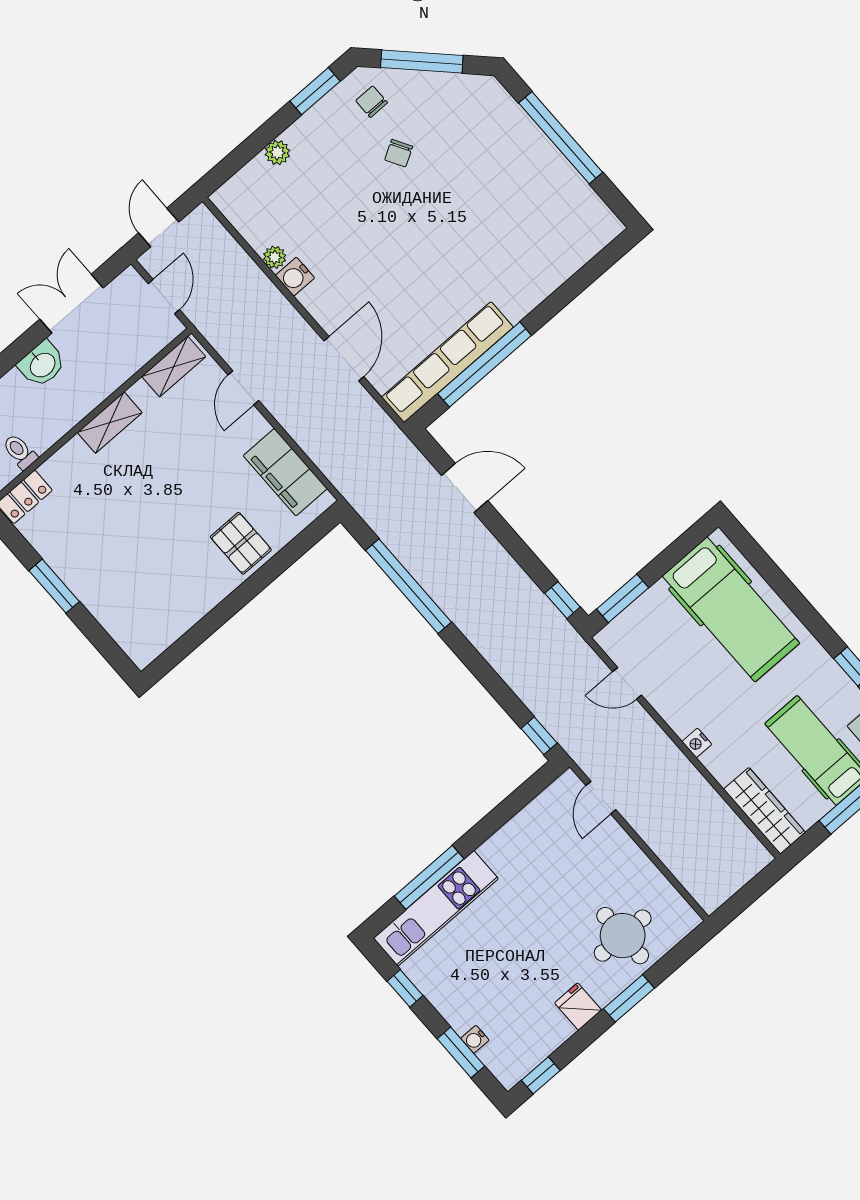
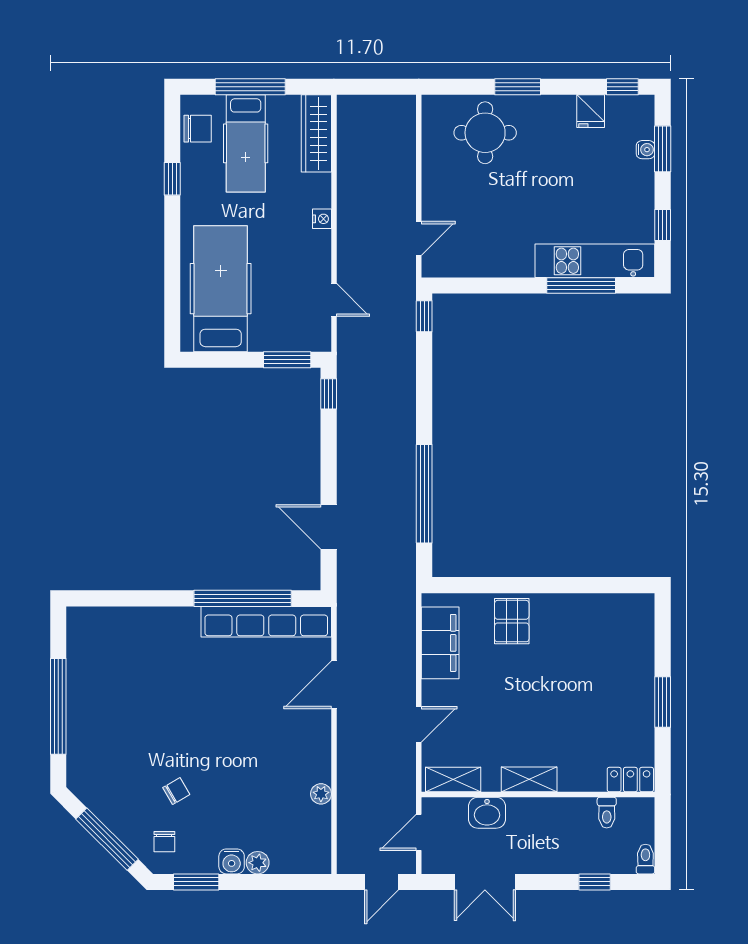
water cooler: (295, 277) -> (232, 861), moved, turned 90
washbasin: (42, 364) -> (487, 813), moved, turned 180
fridge: (578, 1007) -> (591, 111), moved

